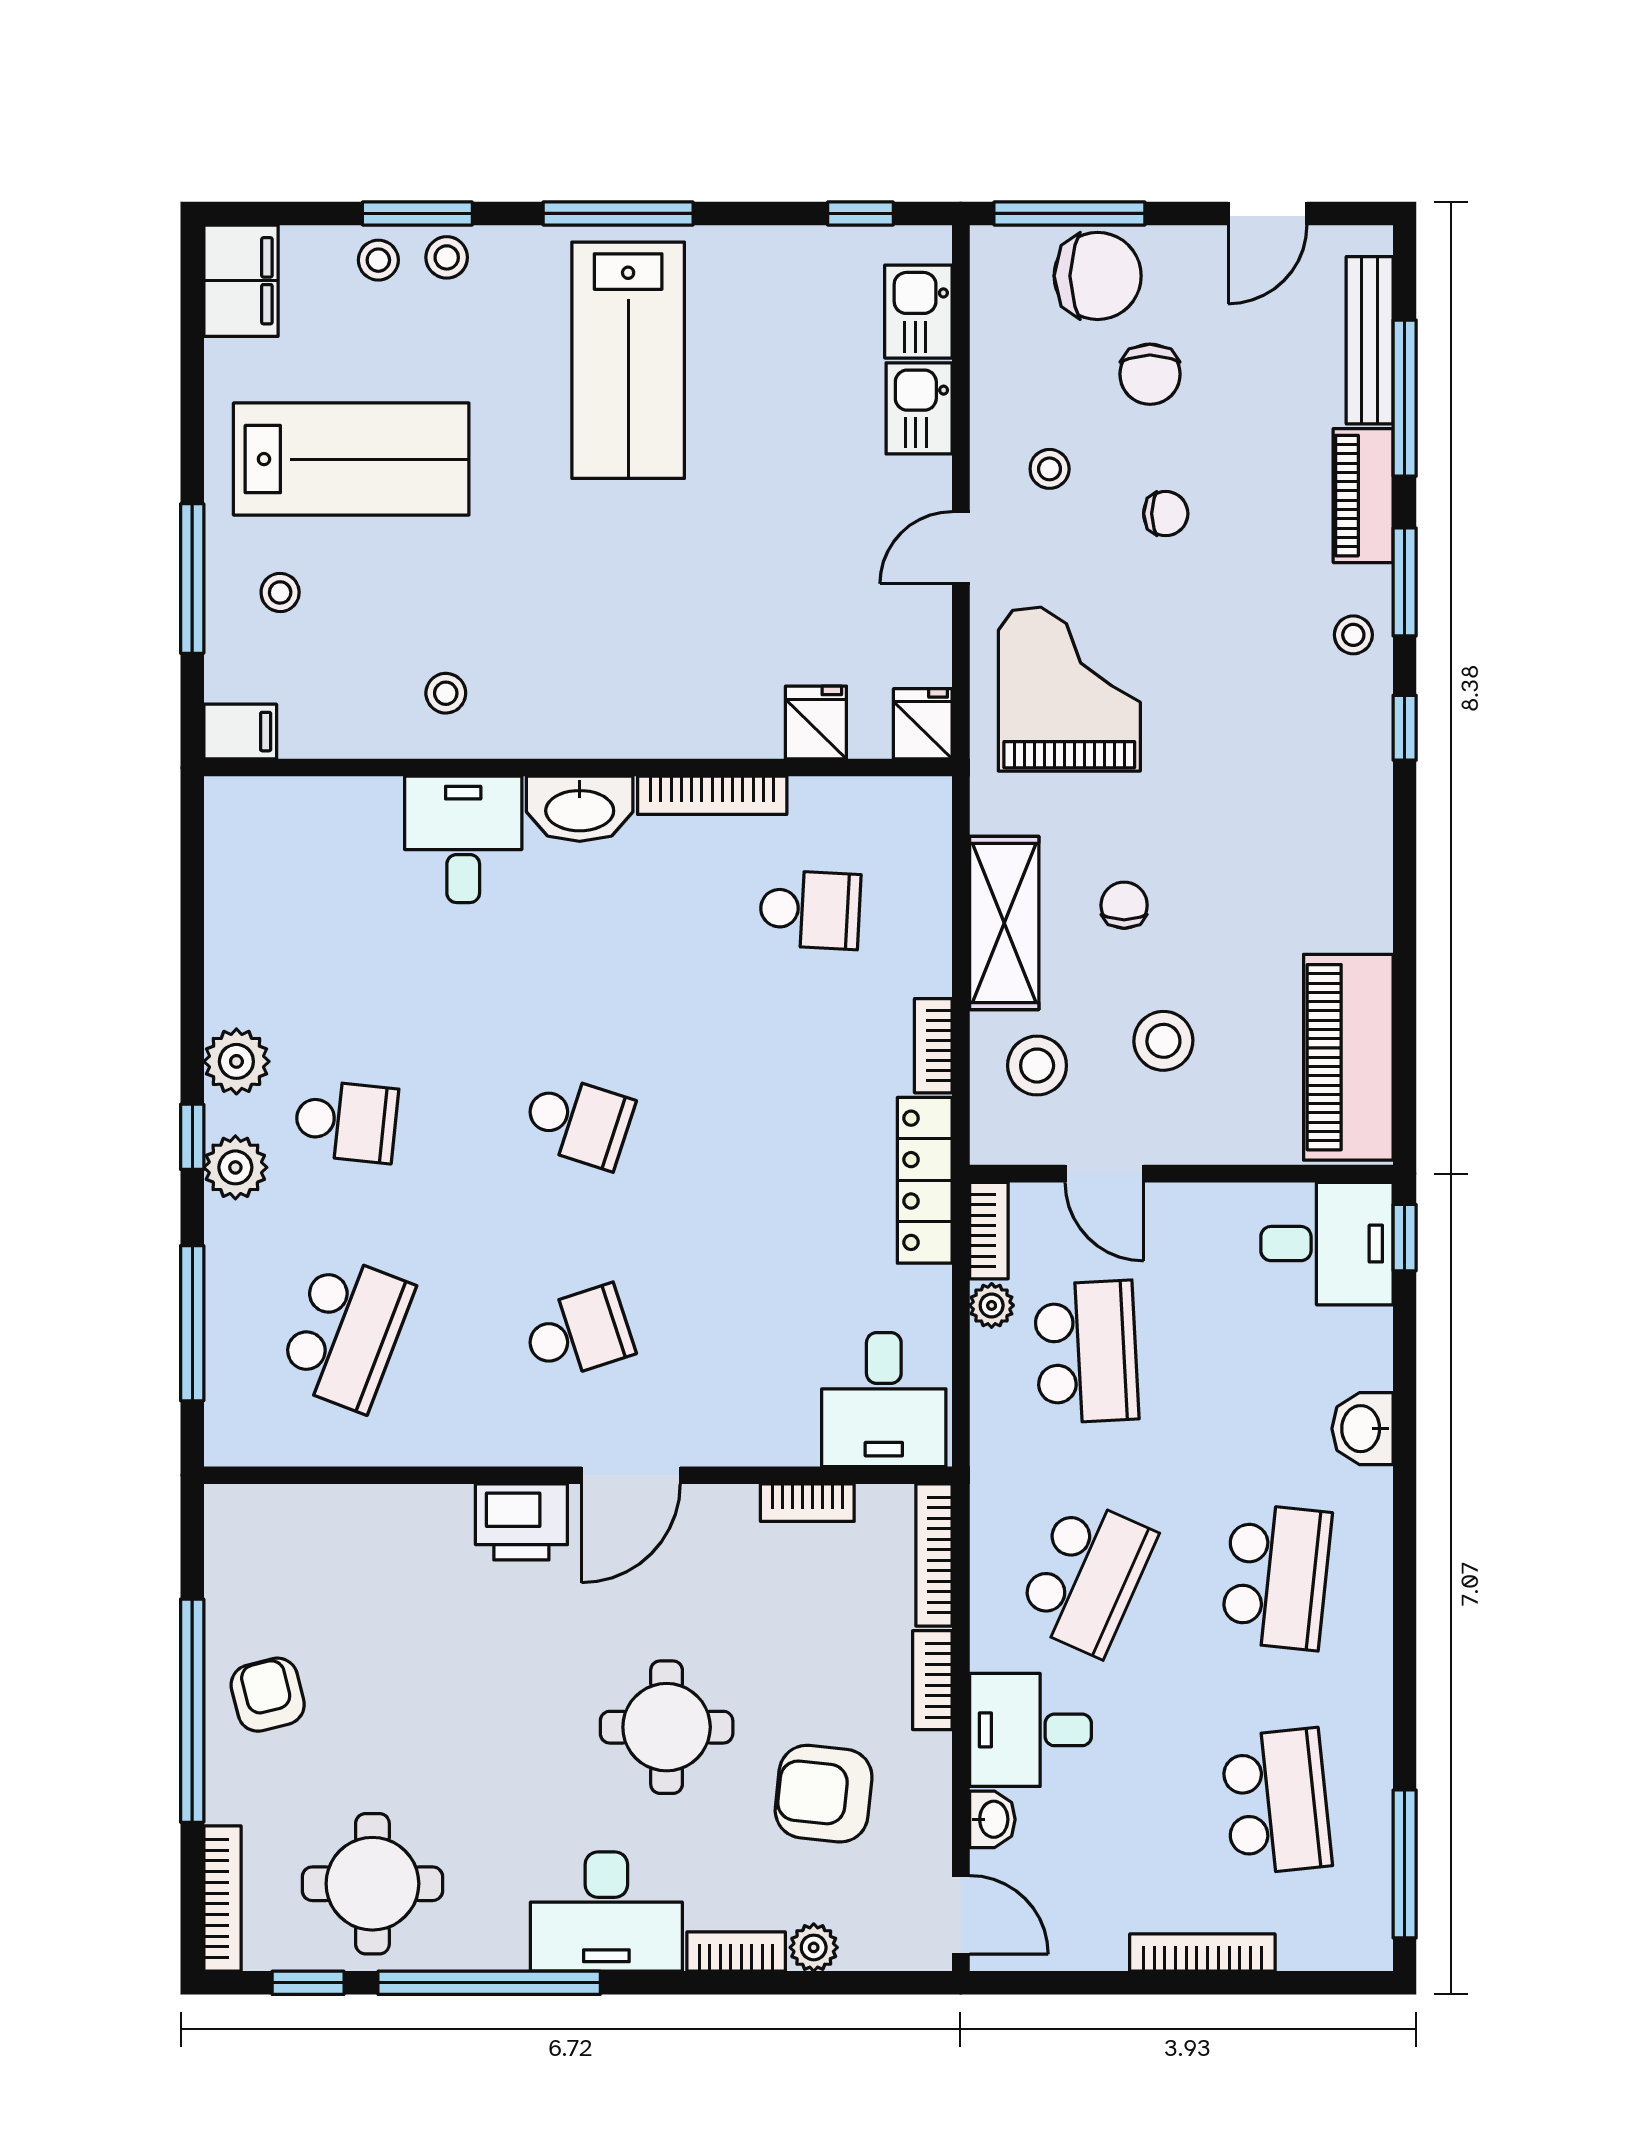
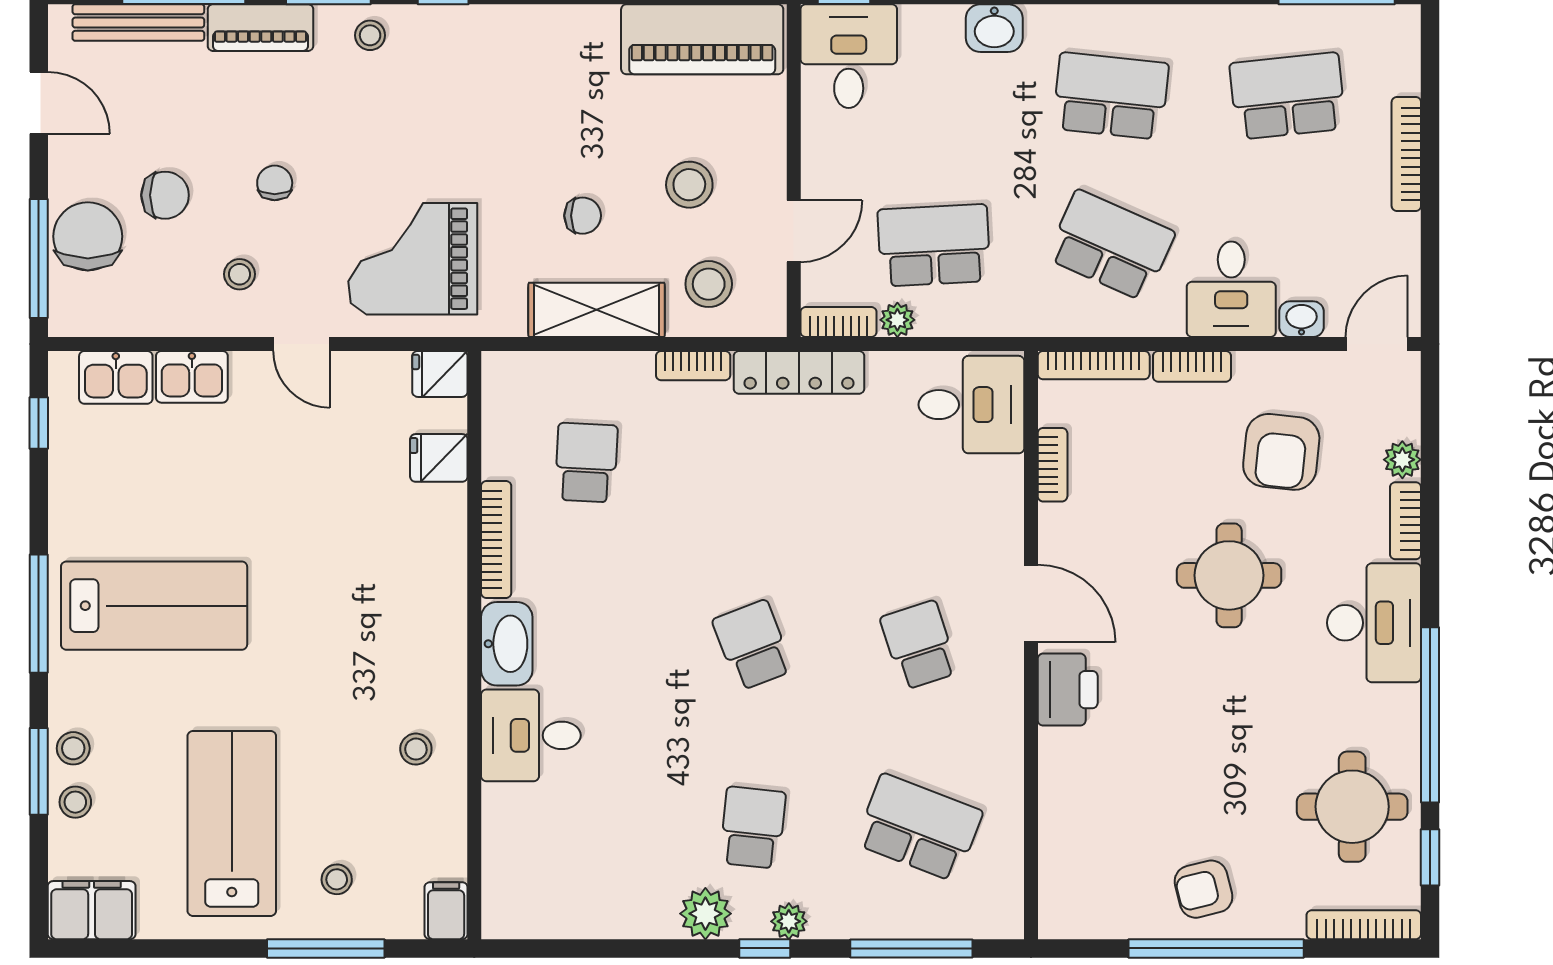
chair: (1124, 905) -> (583, 216), turned 180
school desk: (578, 1121) -> (753, 645), turned -39
plant: (235, 1167) -> (789, 921), width x0.73, depth x0.73

